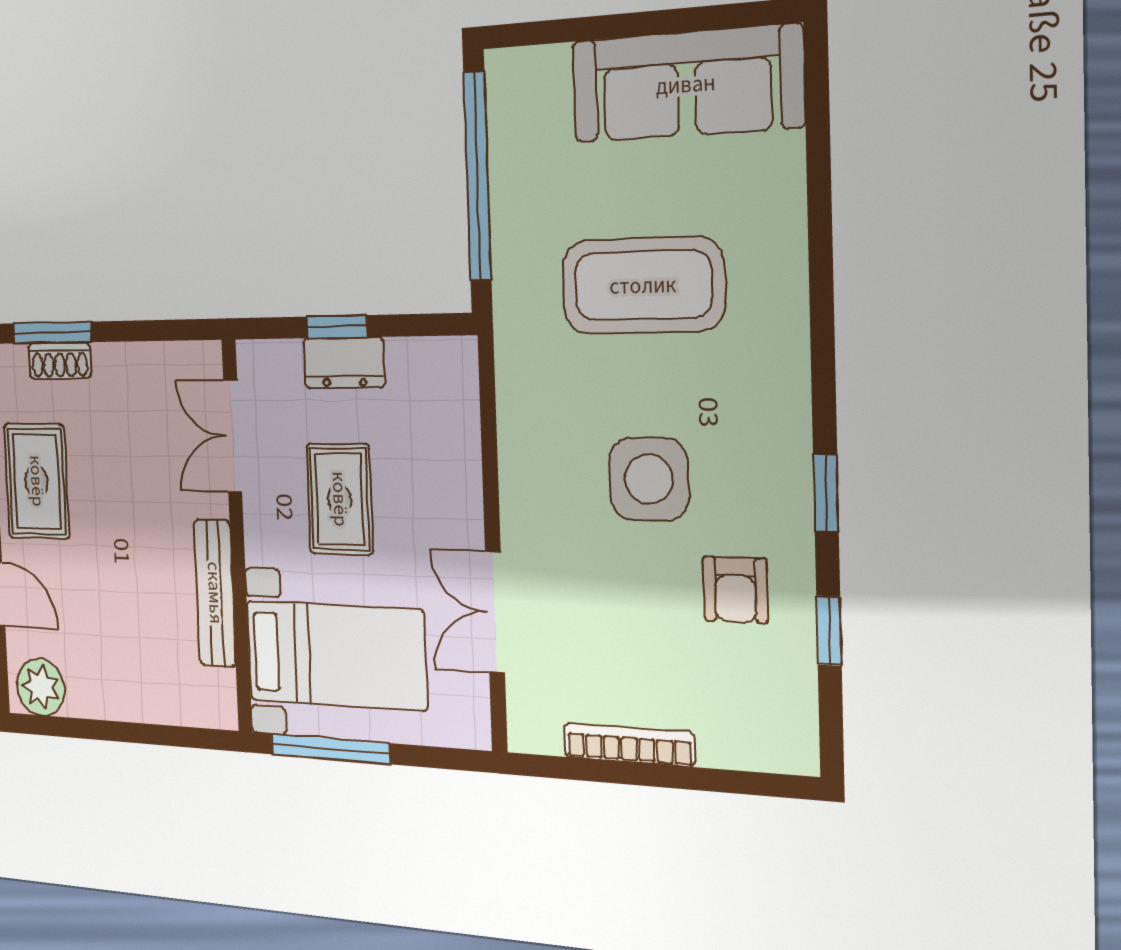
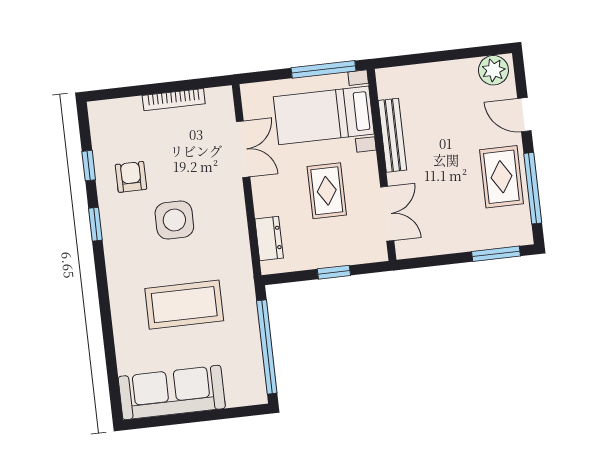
shoe rack: (60, 361) -> (491, 240), removed
dresser: (344, 363) -> (269, 238), moved, turned 90

